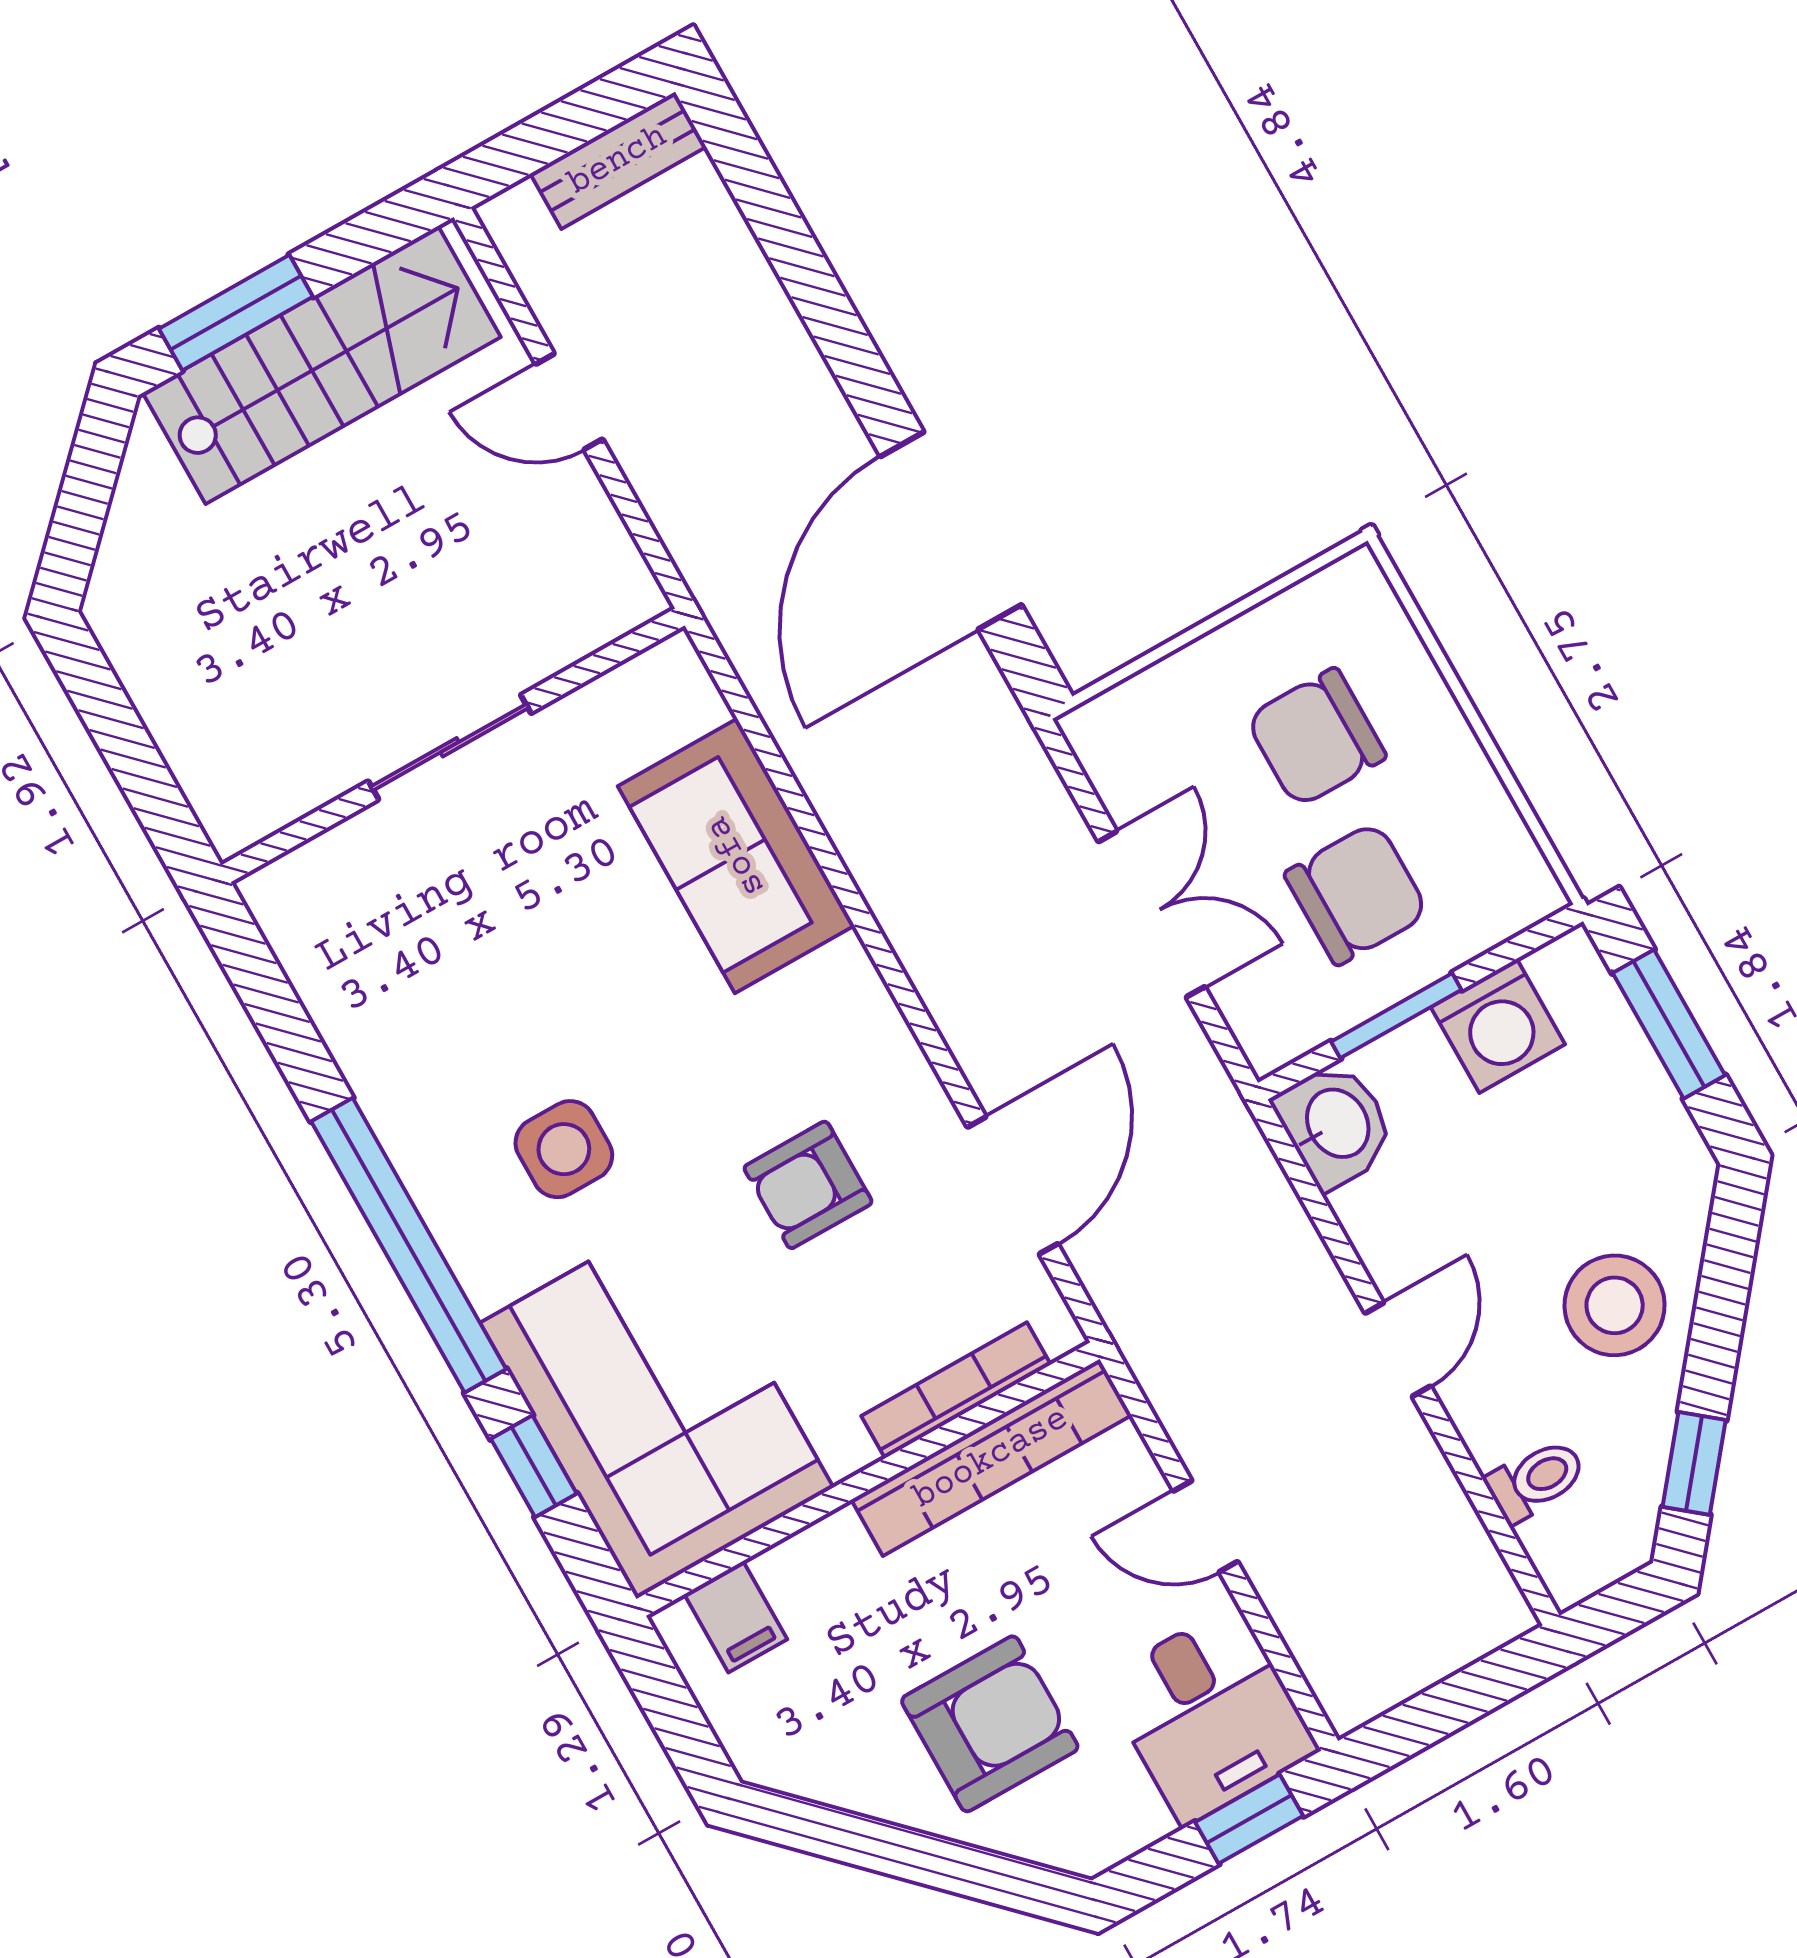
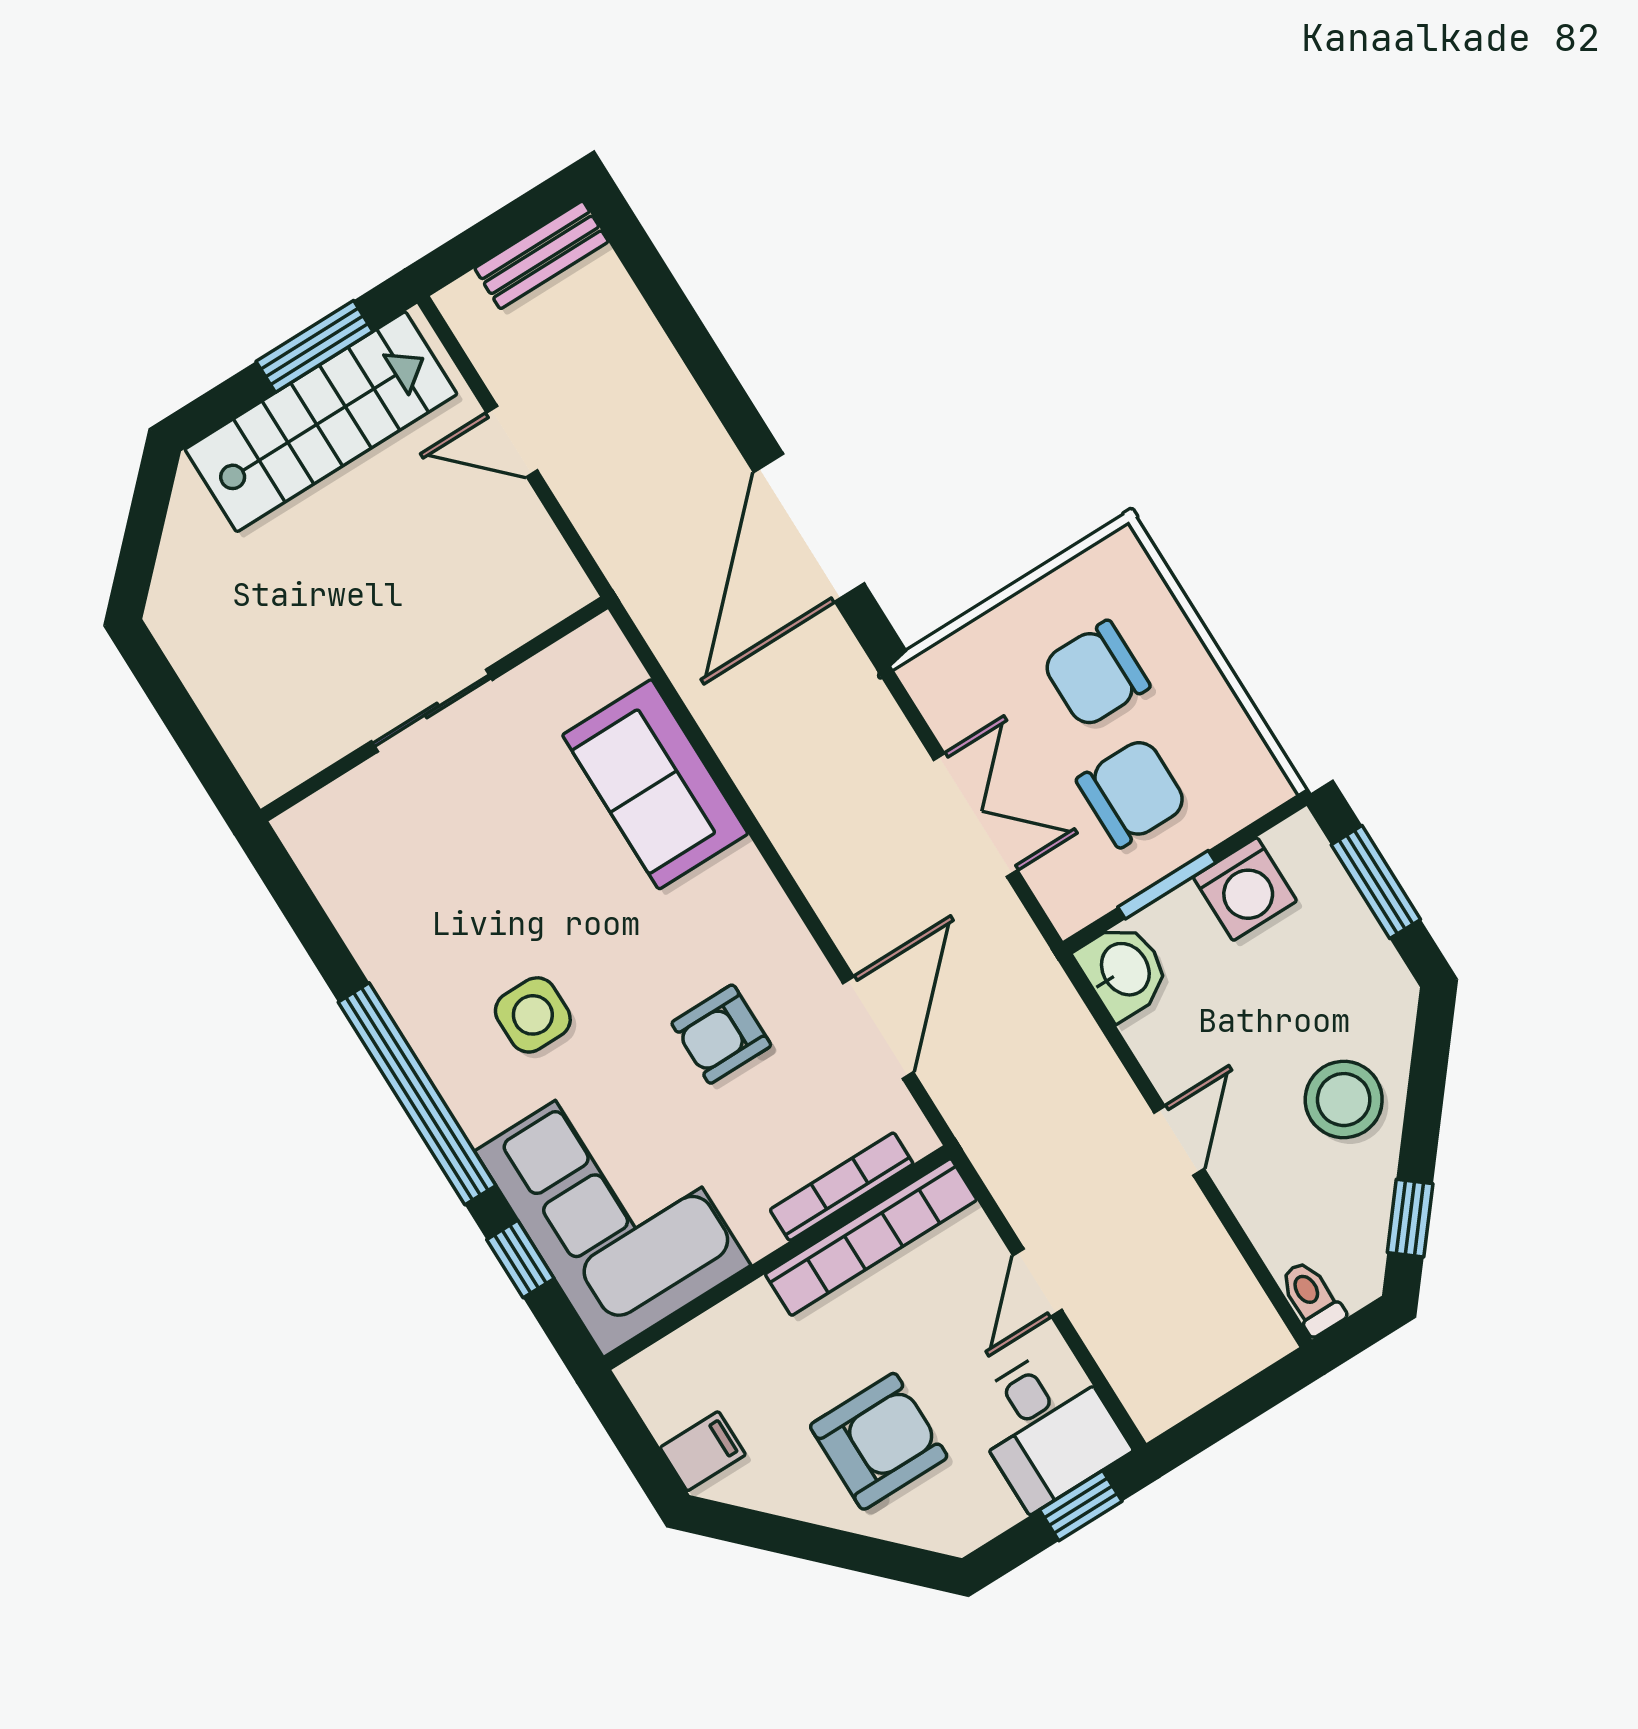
window: (236, 313) -> (314, 346), moved
toilet: (1536, 1480) -> (1312, 1298), moved, turned -90
door: (1205, 1526) -> (1037, 1283), hinge flipped
filing cabinet: (736, 1617) -> (703, 1451), moved, turned -90

